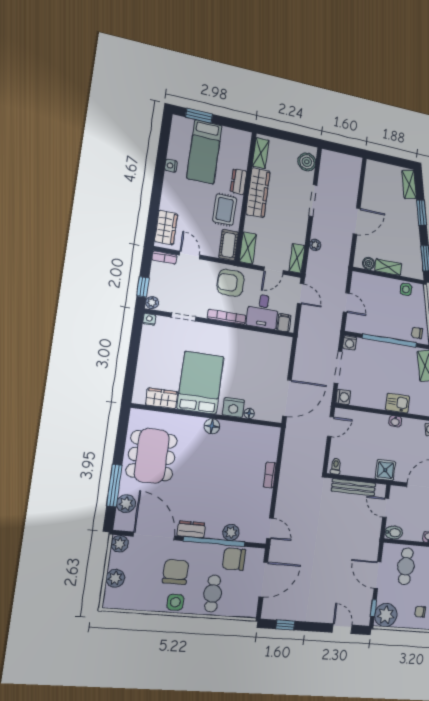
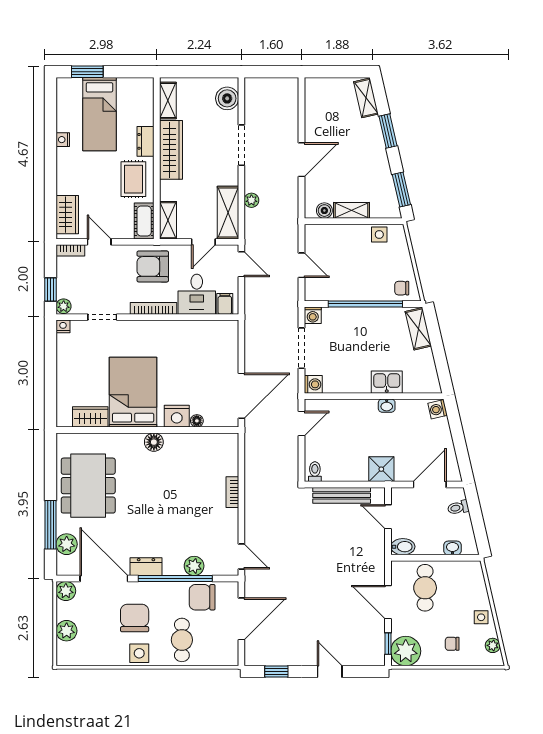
shelving: (297, 258) -> (228, 213), width x1.50, depth x1.33
door: (342, 629) -> (330, 672), moved

